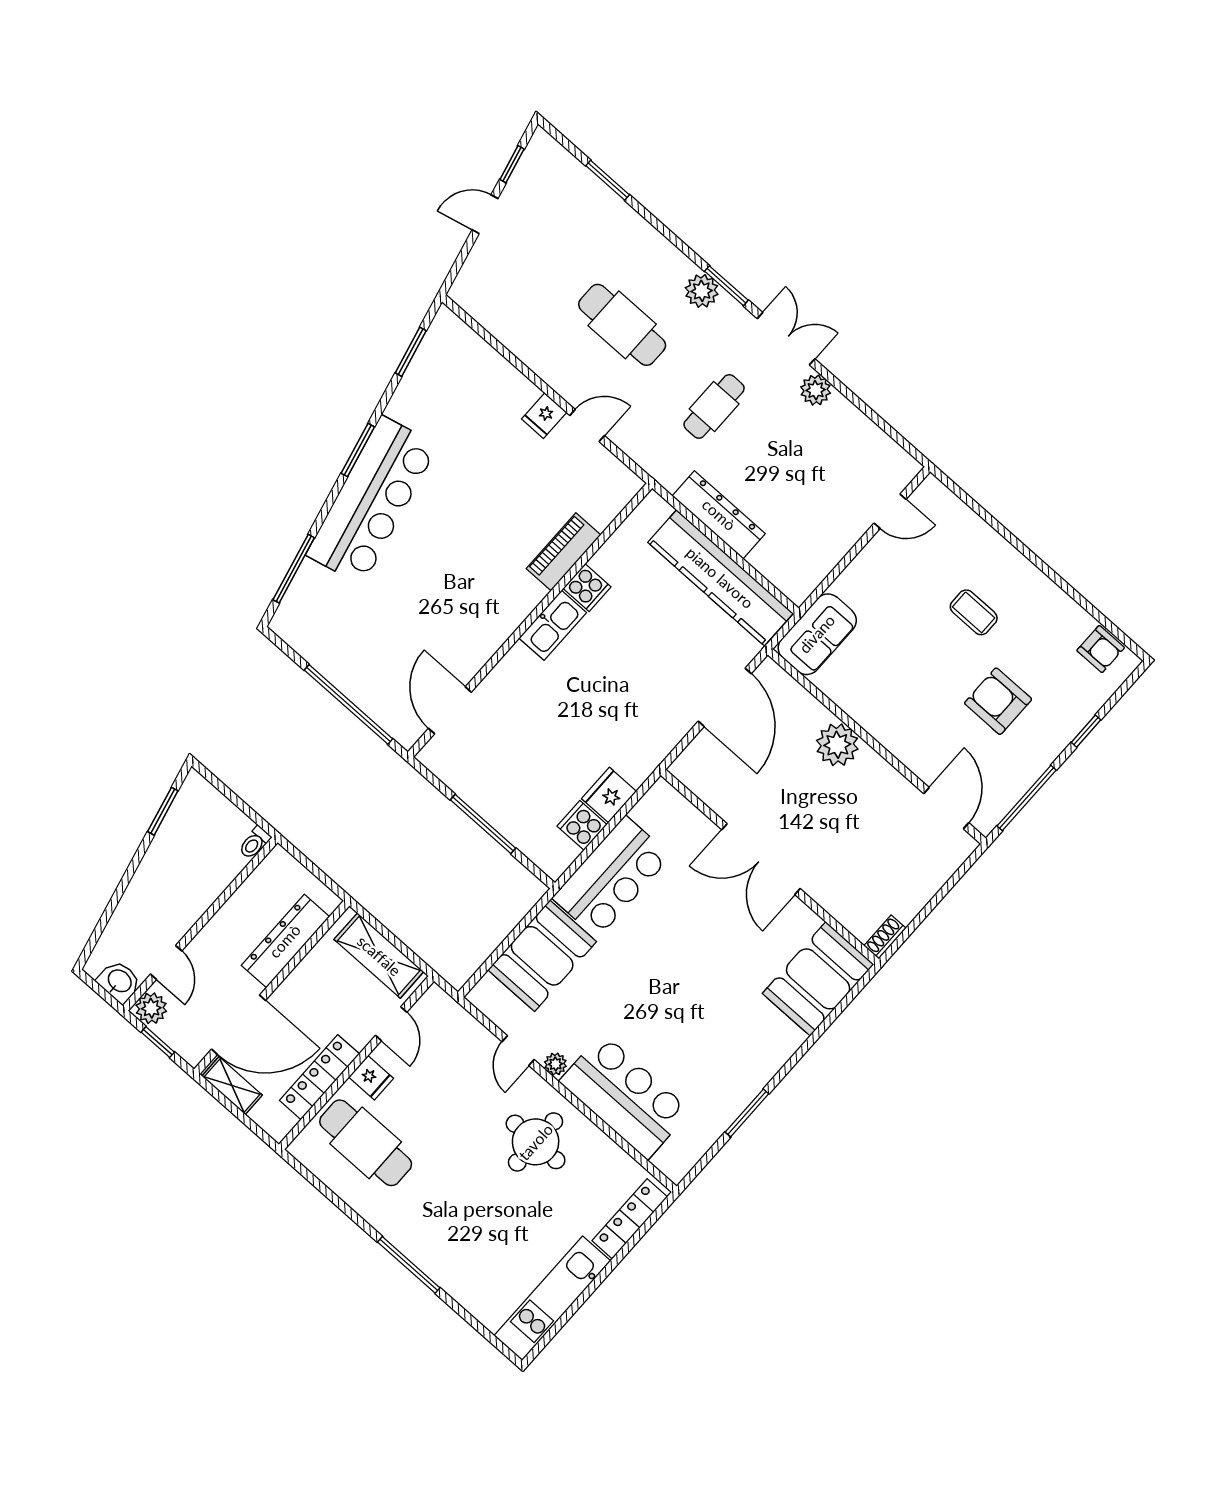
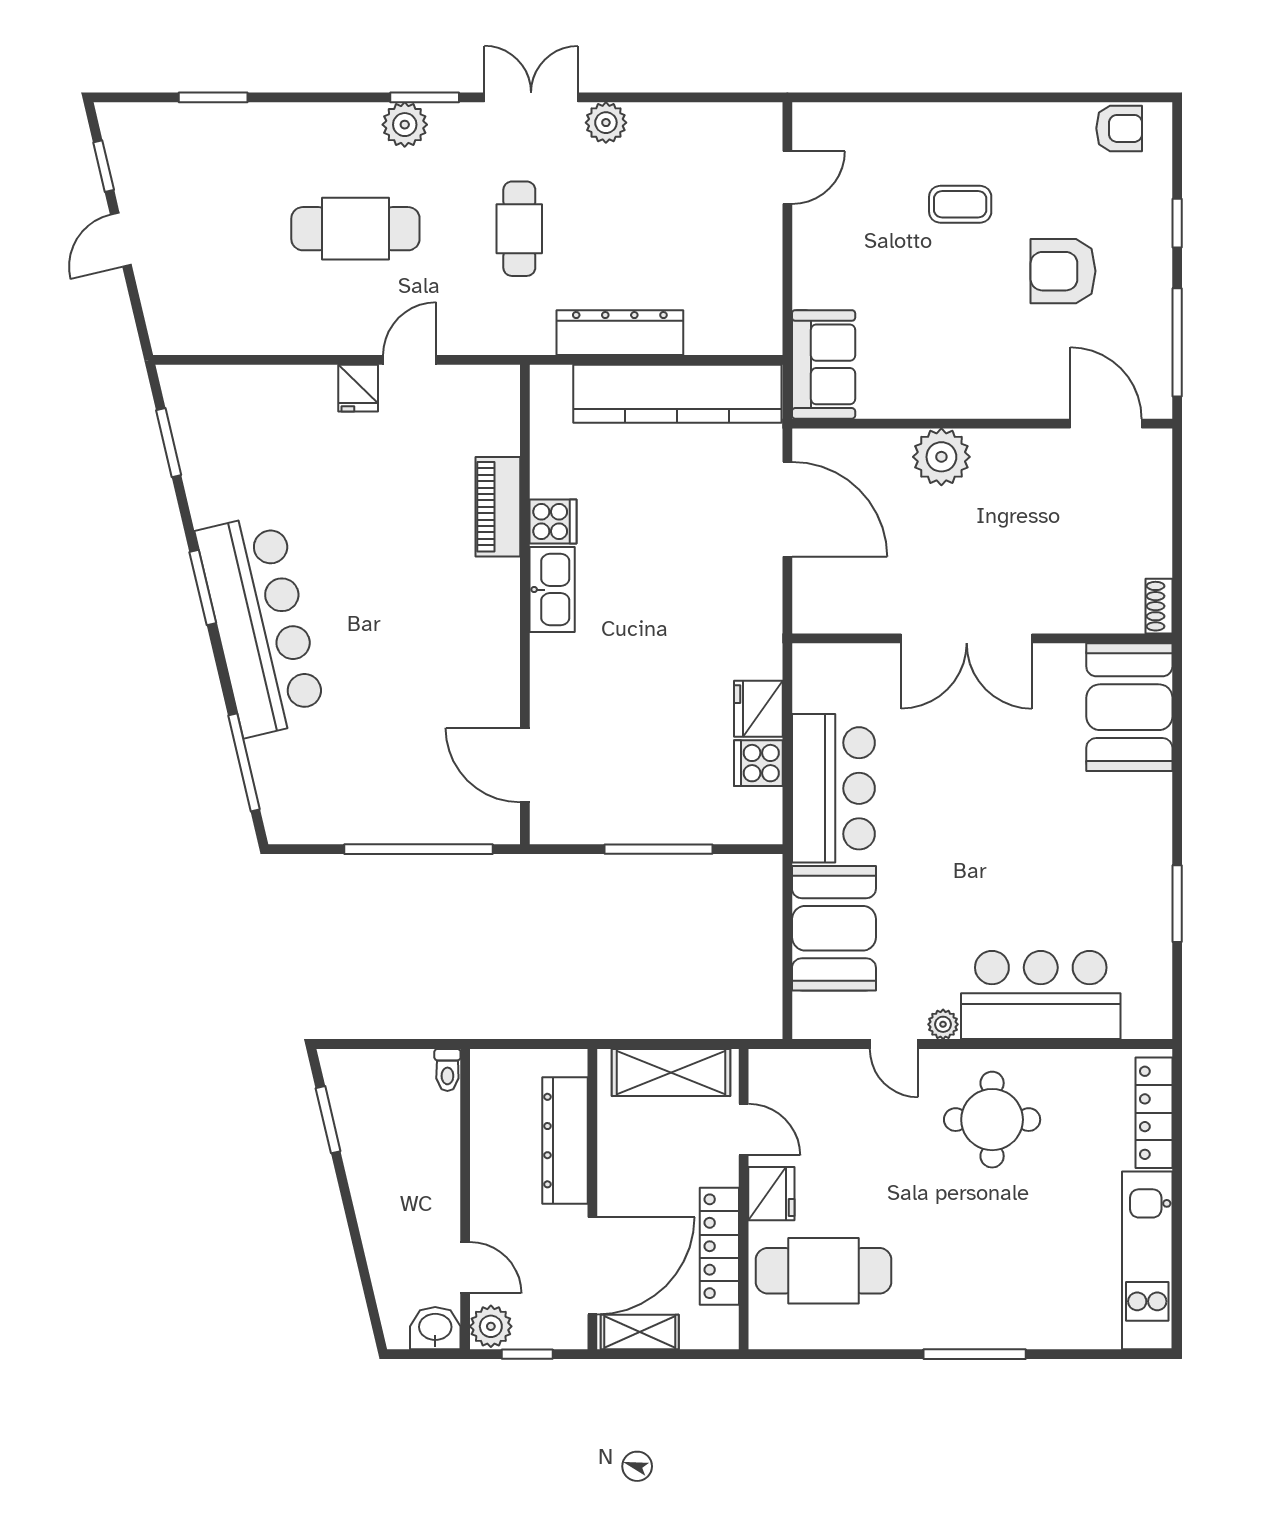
fridge: (371, 1078) -> (771, 1194), width x1.38

